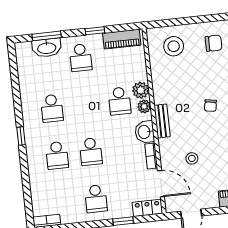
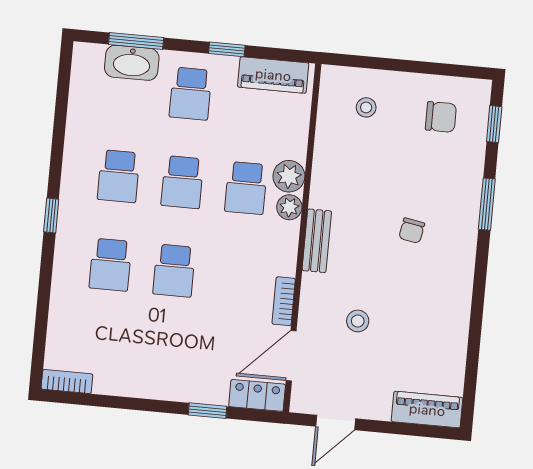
stool: (174, 46) -> (366, 107), width x0.53, depth x0.53
washbasin: (145, 132) -> (281, 254), removed
door: (161, 184) -> (291, 356), swing flipped
school desk: (96, 199) -> (182, 182), moved

